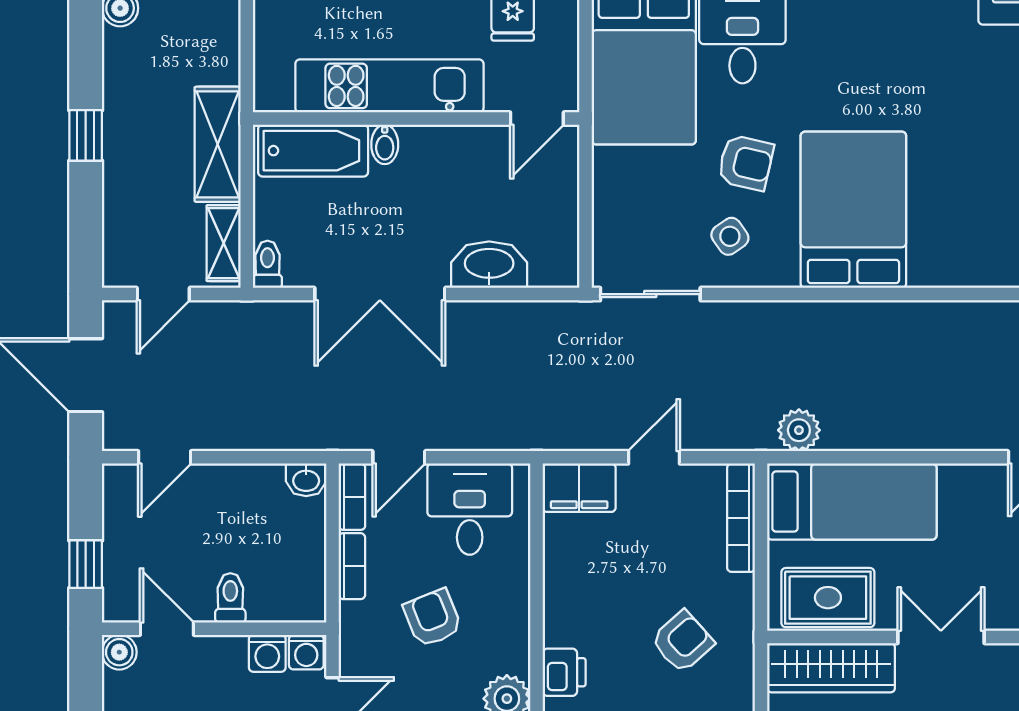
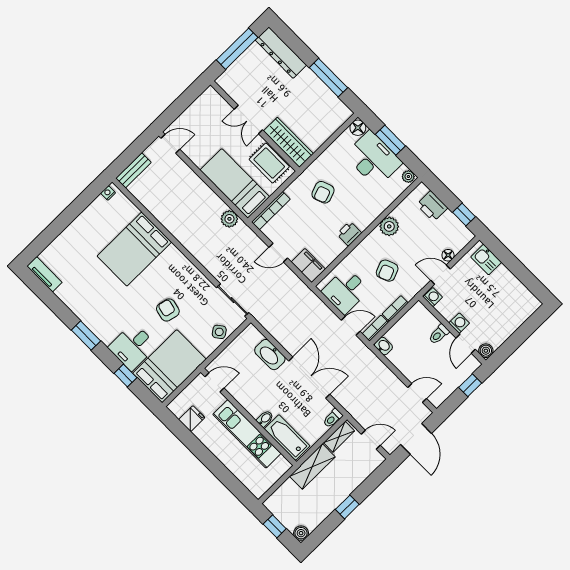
bed: (853, 210) -> (134, 249), moved
side table: (730, 236) -> (219, 332), moved
armchair: (682, 642) -> (323, 192), turned -68
washing machine: (267, 653) -> (459, 323), moved
printer: (564, 672) -> (349, 234), moved

